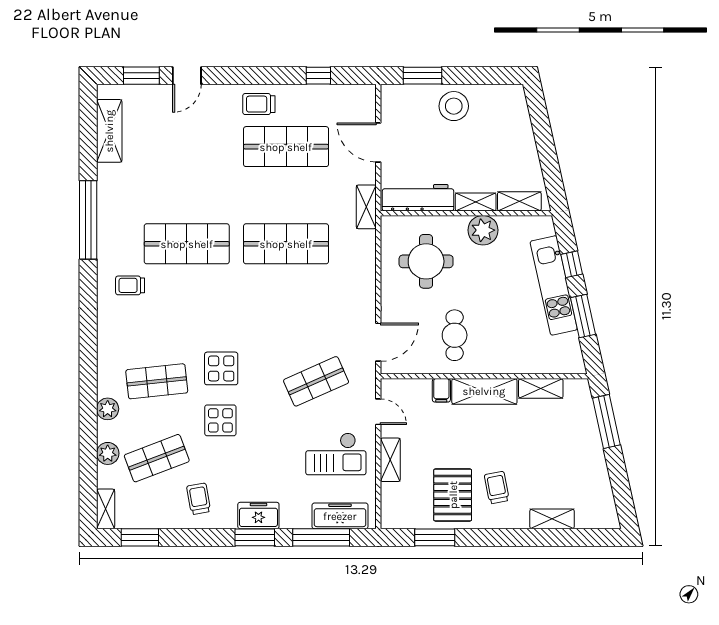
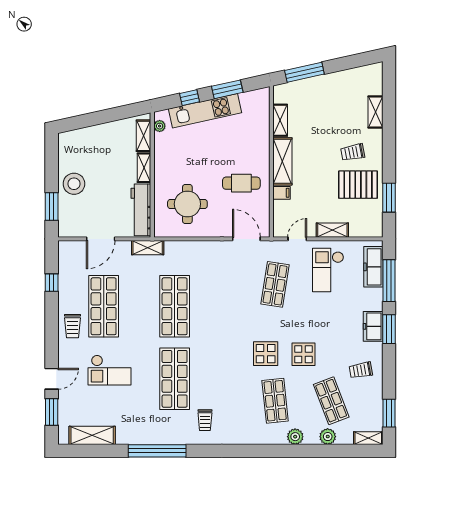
door: (187, 76) -> (52, 379), hinge flipped
checkout: (199, 155) -> (109, 370), added
plant: (483, 230) -> (160, 126), moved, width x0.53, depth x0.53
shop shelf: (316, 381) -> (275, 284), turned 33
checkout: (336, 454) -> (328, 270), turned 180

